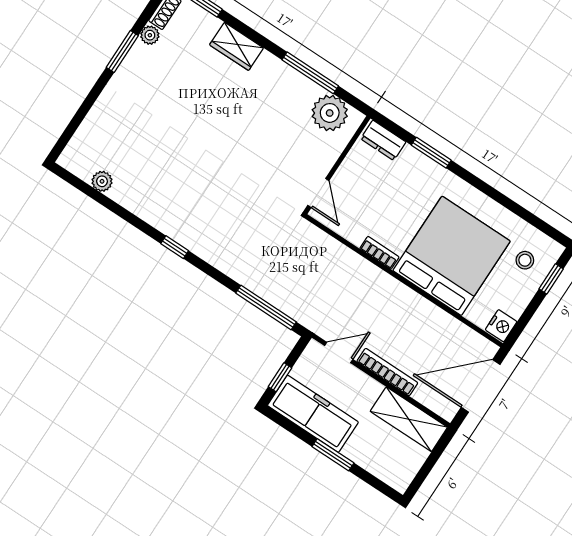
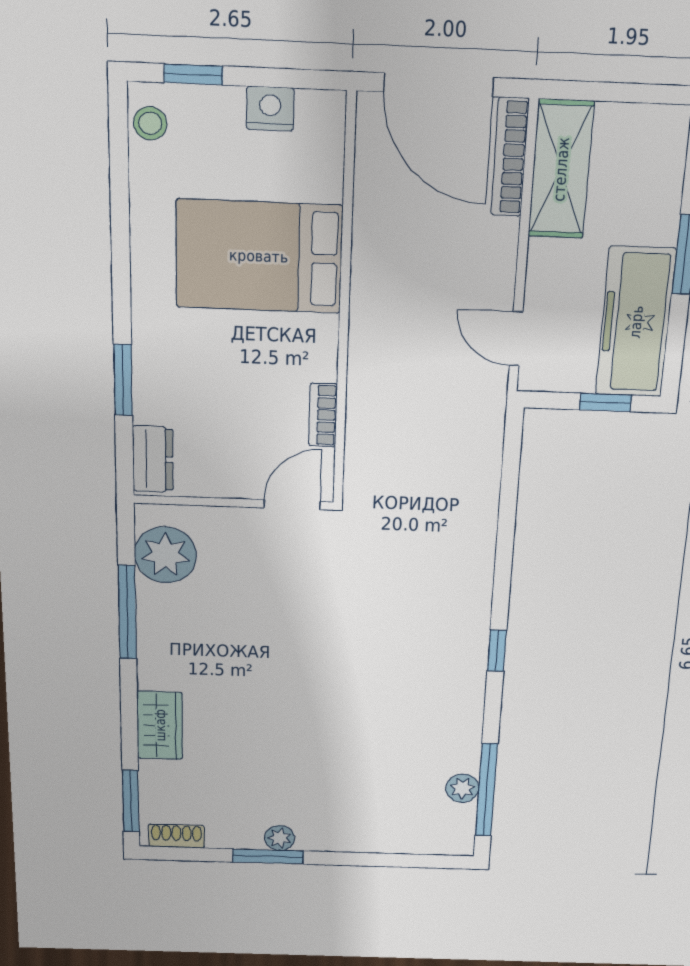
plant: (150, 35) -> (280, 838), moved
bookcase: (379, 253) -> (323, 415), moved
bed: (452, 256) -> (259, 256), width x0.73
stool: (525, 260) -> (150, 123), moved
window: (266, 307) -> (486, 790), moved
nightstand: (501, 326) -> (270, 109), moved
bookcase: (387, 372) -> (510, 157), moved

